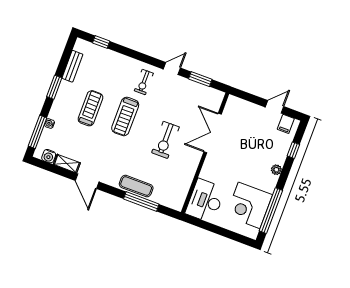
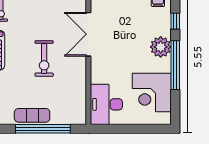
plant: (276, 170) -> (161, 47), width x1.88, depth x1.88
window: (141, 201) -> (43, 129), width x1.46
window: (271, 211) -> (175, 65), moved

